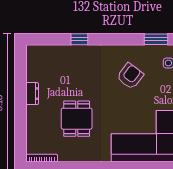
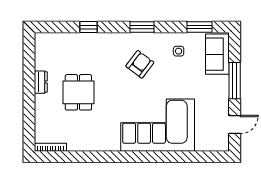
window: (156, 39) -> (142, 27), moved
dining table: (77, 119) -> (78, 92), moved

